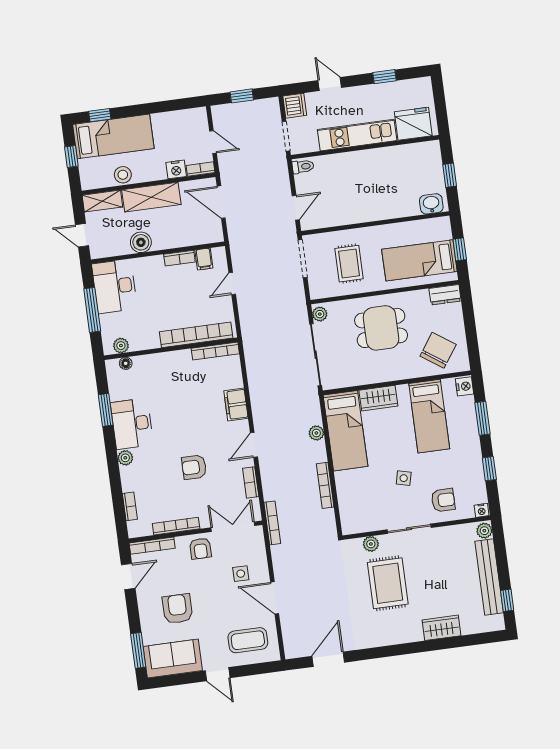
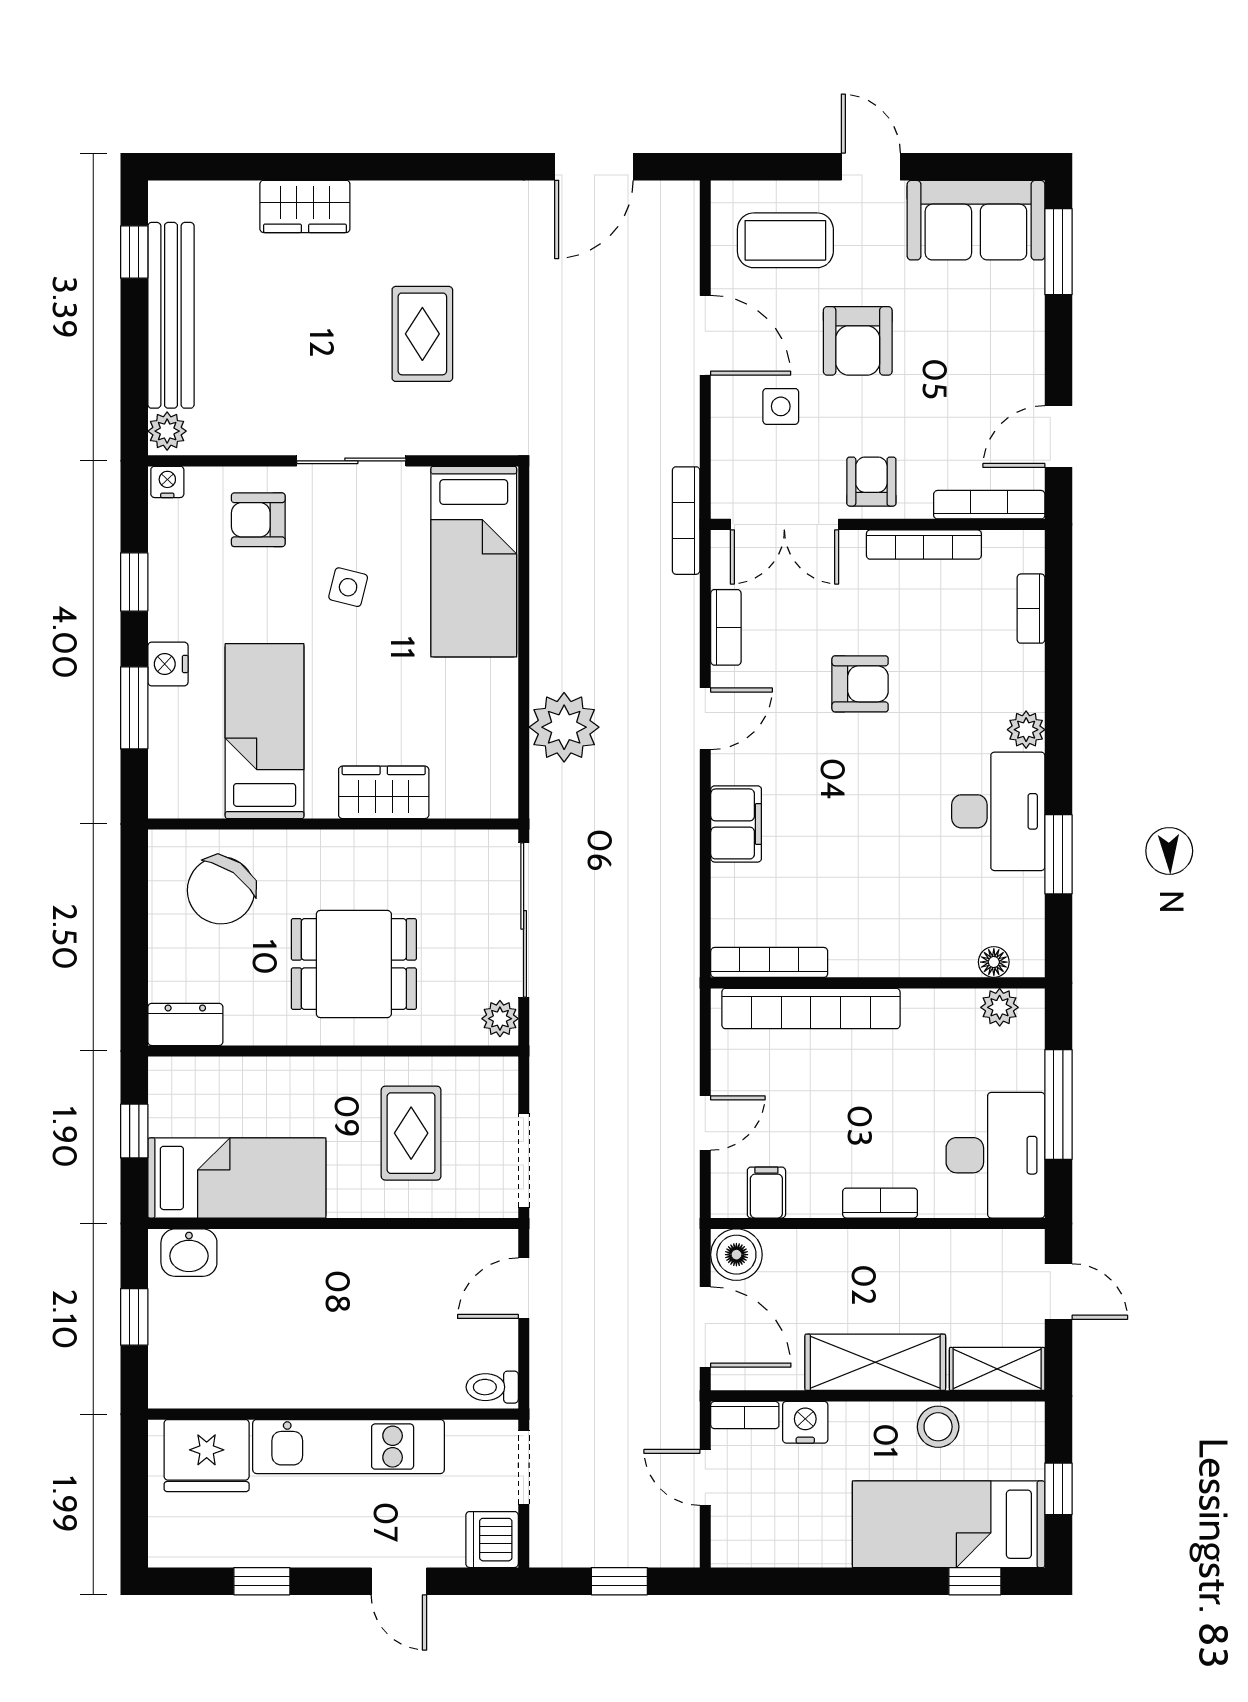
boiler: (141, 242) -> (736, 1255), moved
bookcase: (179, 258) -> (880, 1203), moved
bed: (419, 260) -> (237, 1178), moved
nightstand: (464, 386) -> (168, 664), moved
bed: (346, 431) -> (474, 562), moved, turned 180
plant: (316, 433) -> (564, 727), width x1.88, depth x1.88
bookcase: (325, 485) -> (544, 595), removed
plant: (371, 544) -> (451, 436), removed
rug: (388, 583) -> (422, 334), width x0.73, depth x0.70
armchair: (178, 609) -> (858, 341), moved

